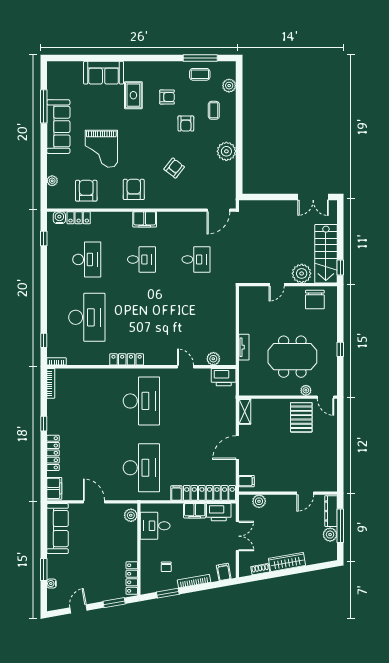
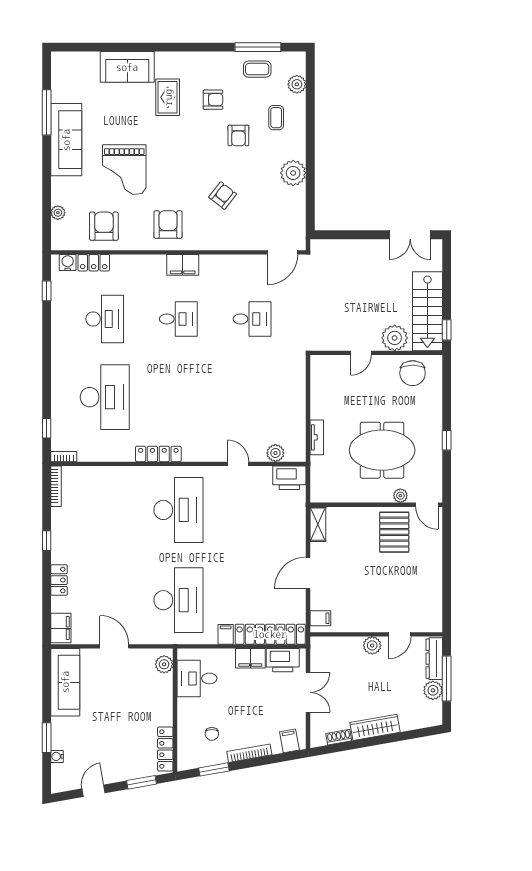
locker: (53, 453) -> (59, 580), width x0.66
plant: (259, 501) -> (372, 645), moved

